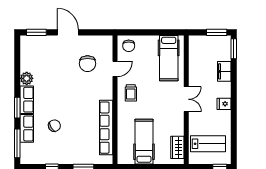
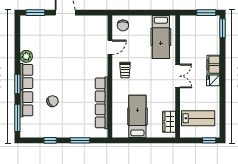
chair: (87, 64) -> (84, 42), removed
filing cabinet: (224, 71) -> (213, 65), moved

